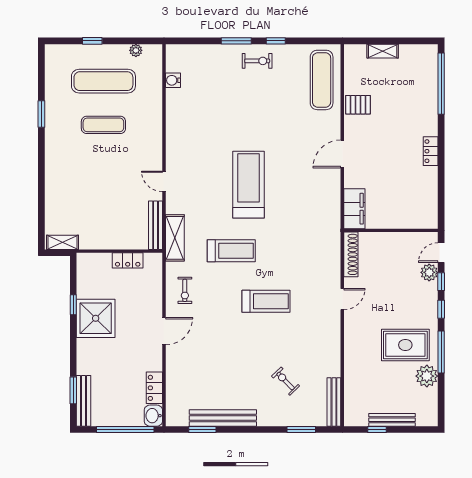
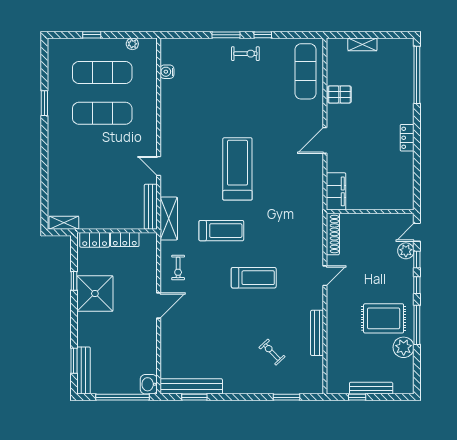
exercise mat: (103, 125) -> (102, 113), width x1.36, depth x1.45
locker: (154, 388) -> (95, 240), moved, turned -90
bench: (334, 402) -> (317, 333), moved
bench: (223, 418) -> (191, 386), moved

